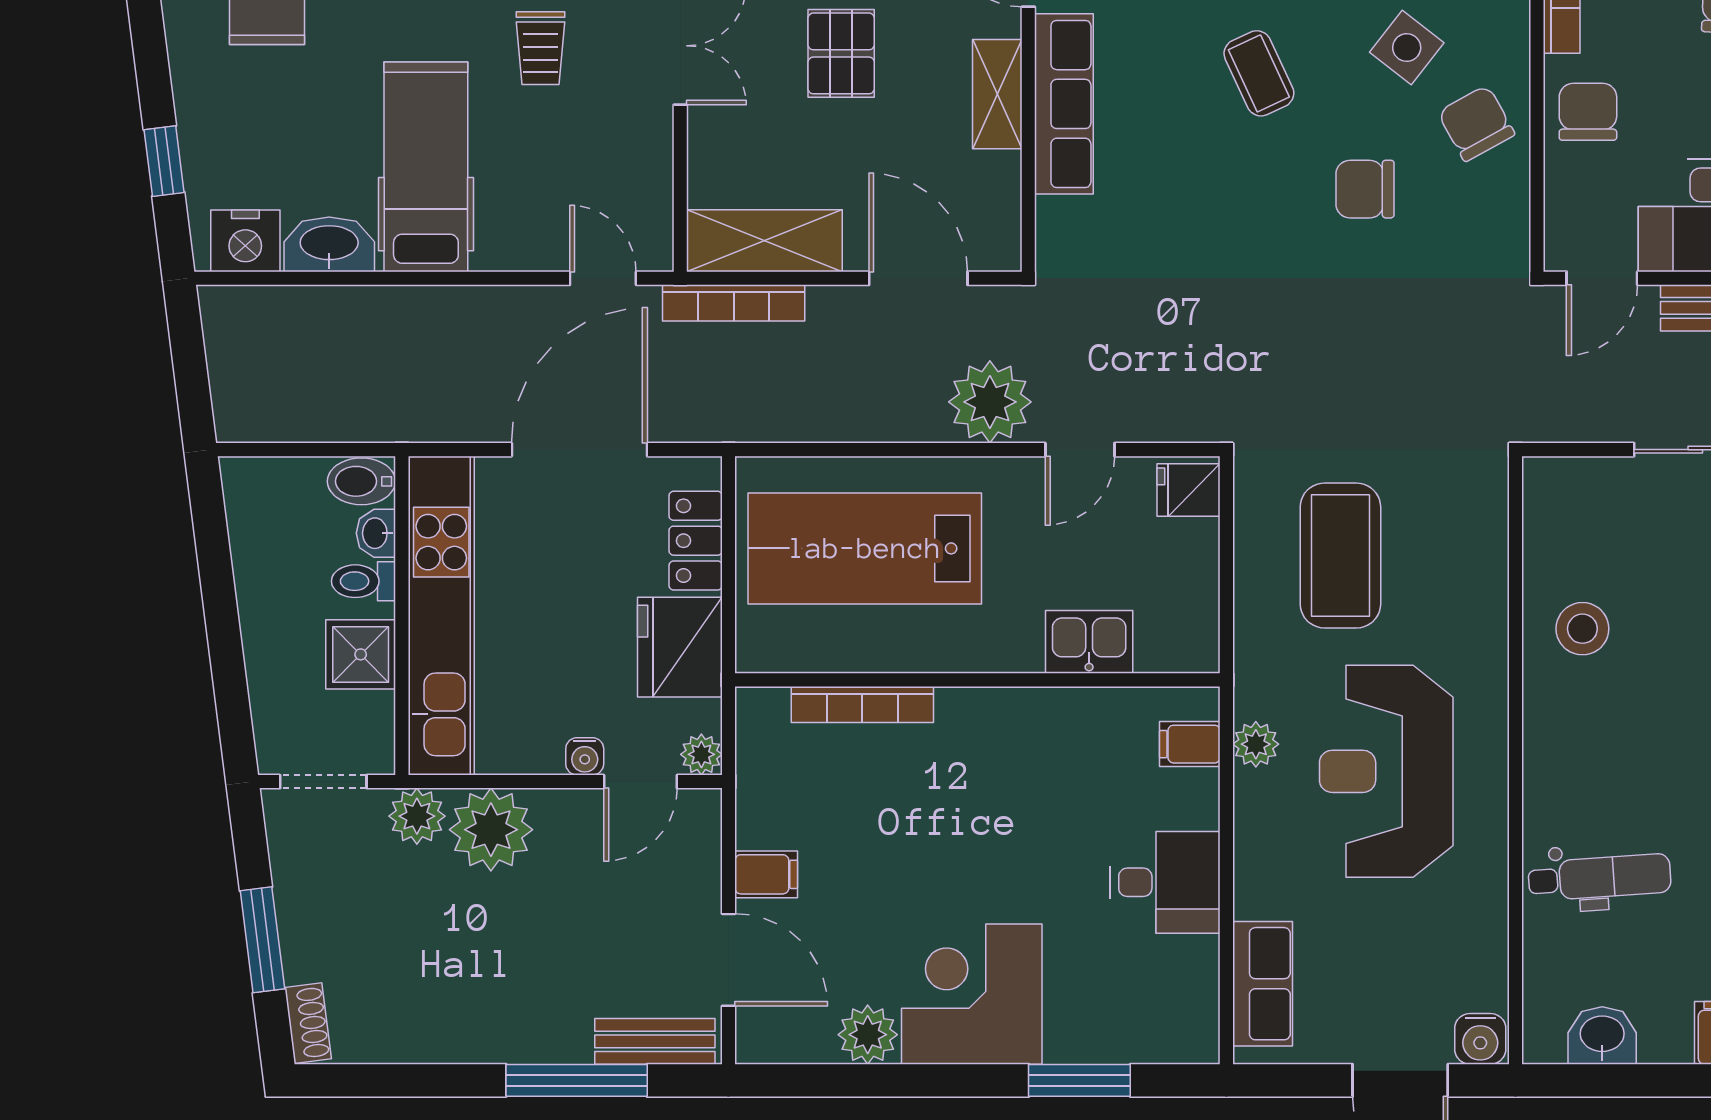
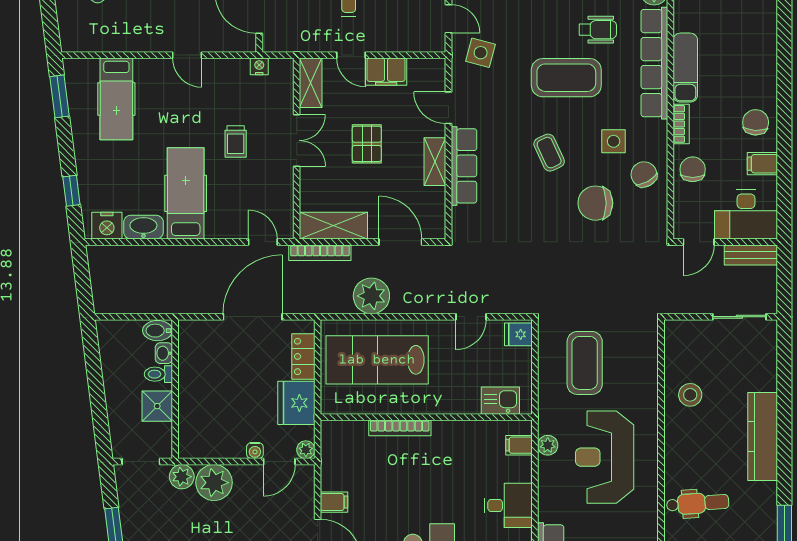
side table: (1407, 47) -> (614, 141), turned -38
chair: (1365, 189) -> (595, 203), width x1.37, depth x1.37
plant: (990, 402) -> (371, 296), moved
kitchen unit: (441, 615) -> (192, 389), removed
kitchen sink: (1089, 642) -> (500, 401), moved
bookcase: (862, 704) -> (400, 428), moved

